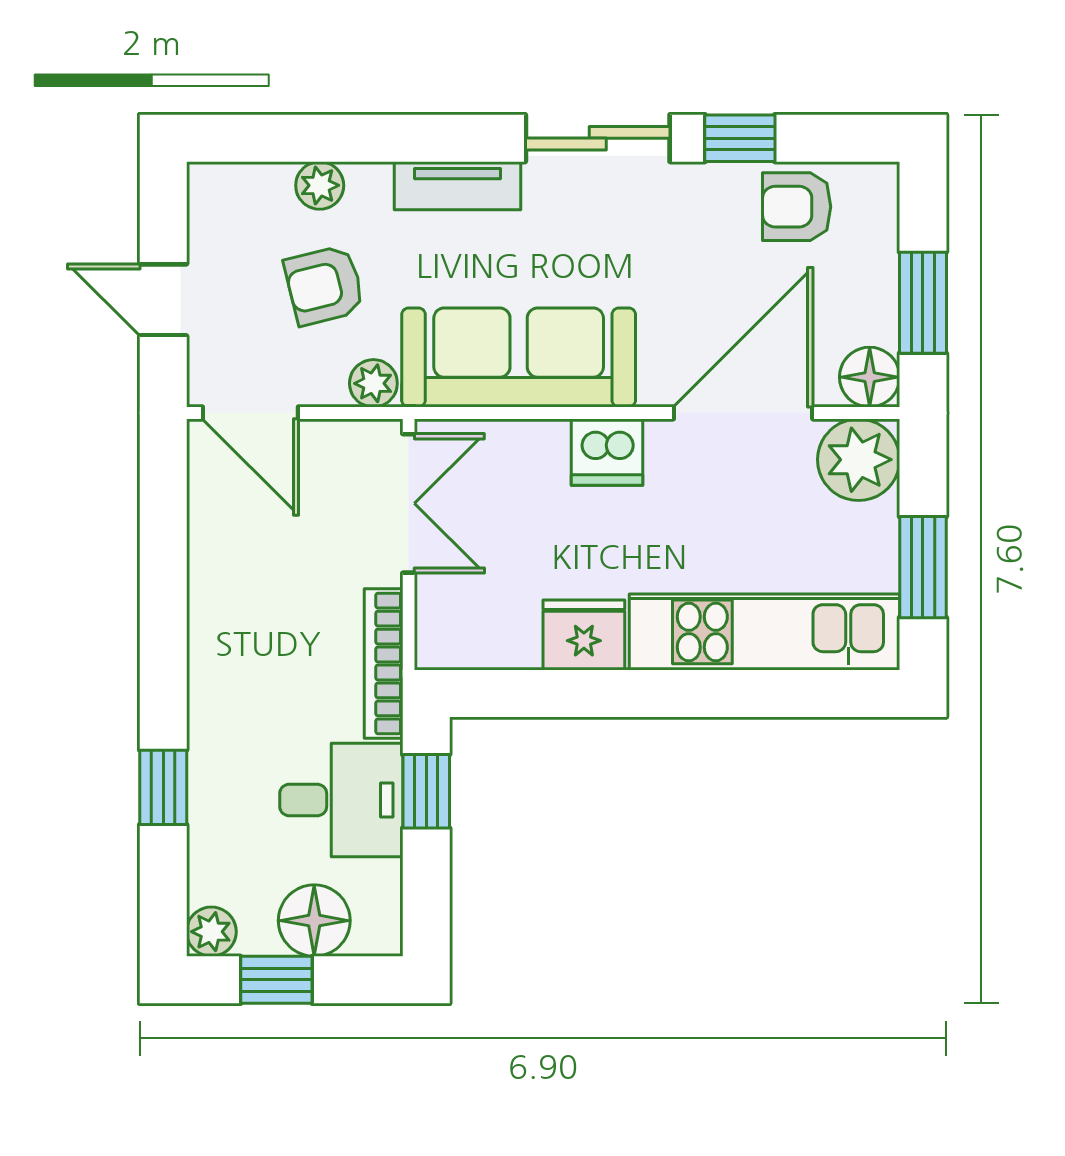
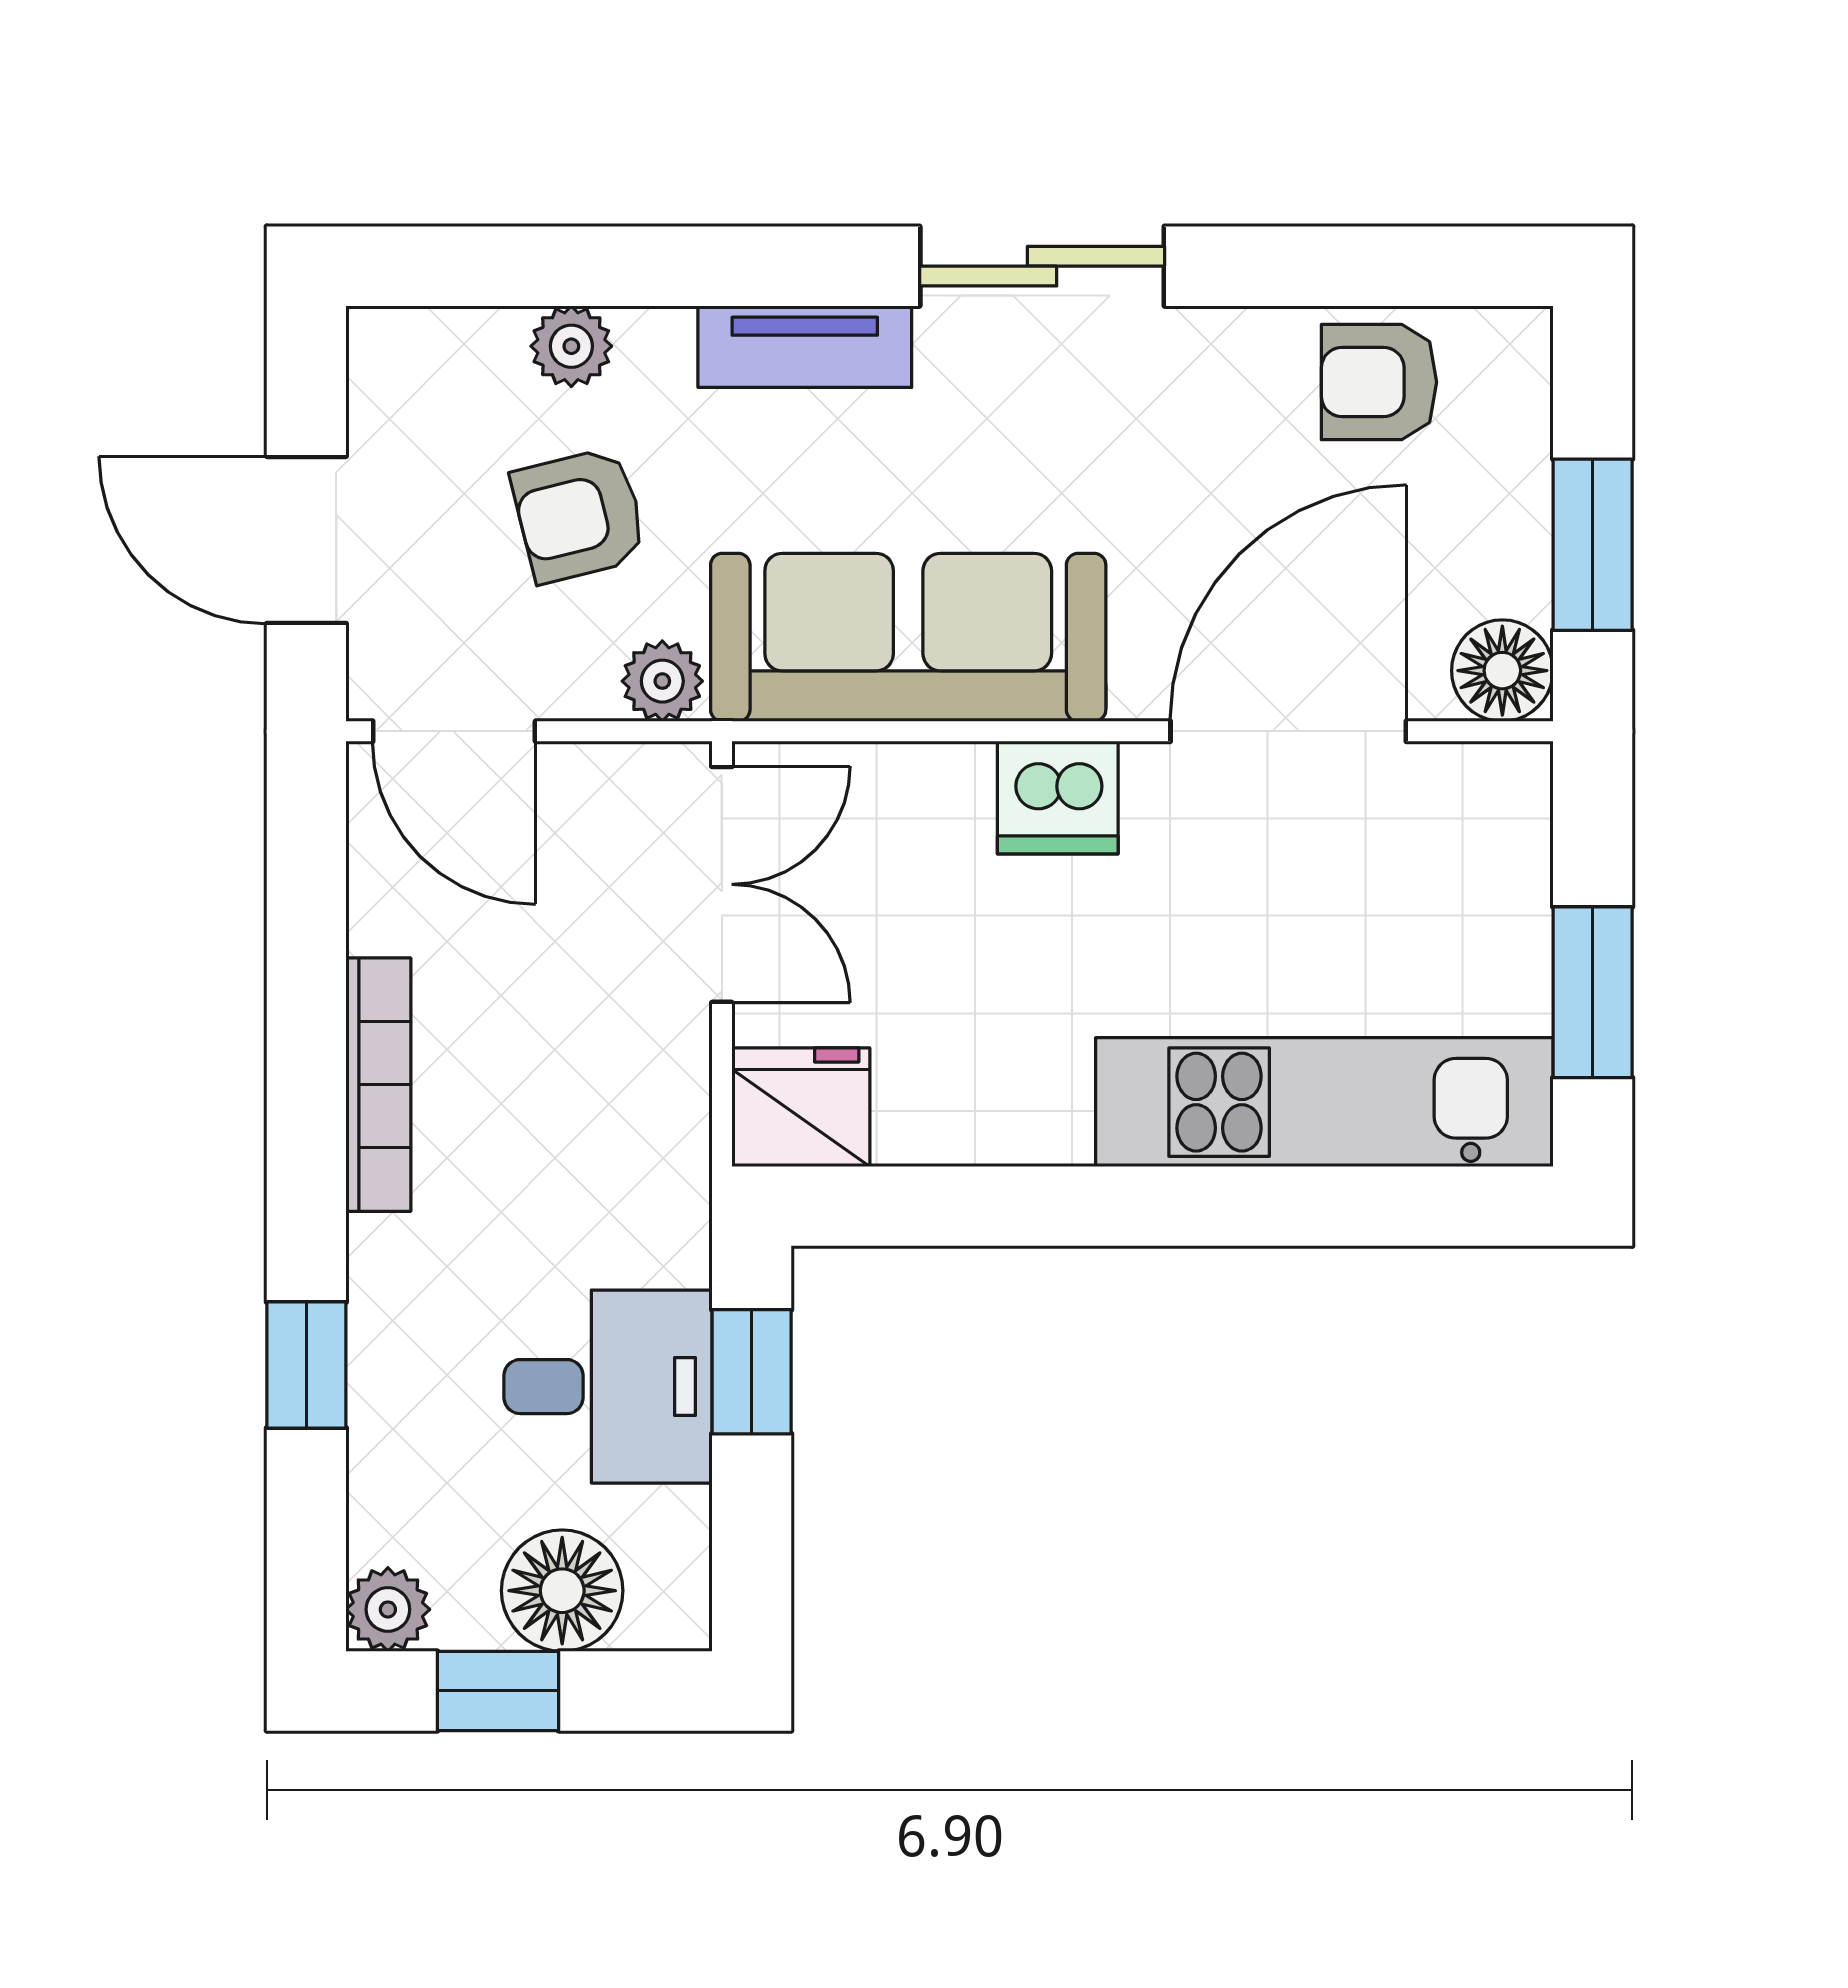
window: (740, 138) -> (1283, 266), removed
door: (163, 300) -> (306, 540), width x1.38
plant: (859, 460) -> (1484, 811), removed
fridge: (584, 635) -> (801, 1107), moved
bookcase: (384, 663) -> (378, 1085), moved, turned 180

